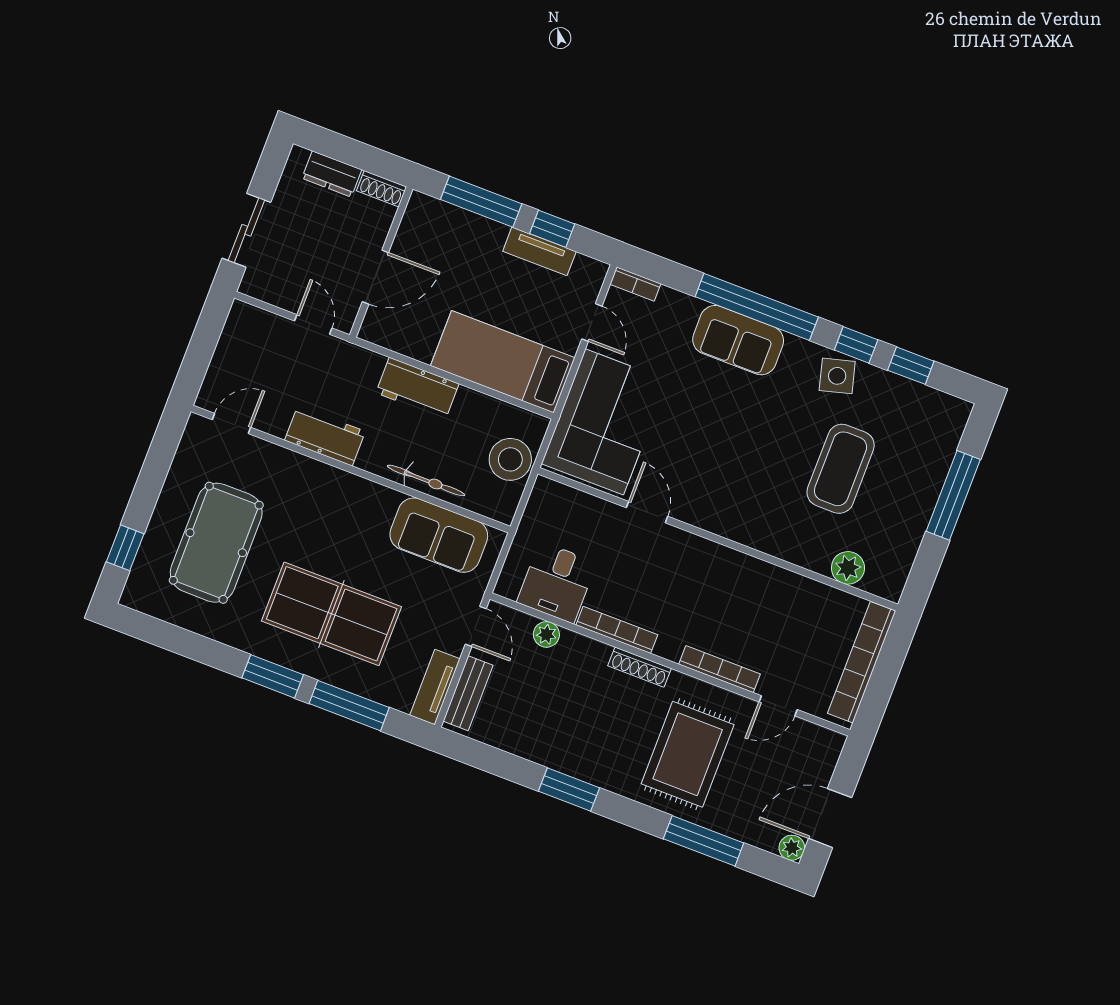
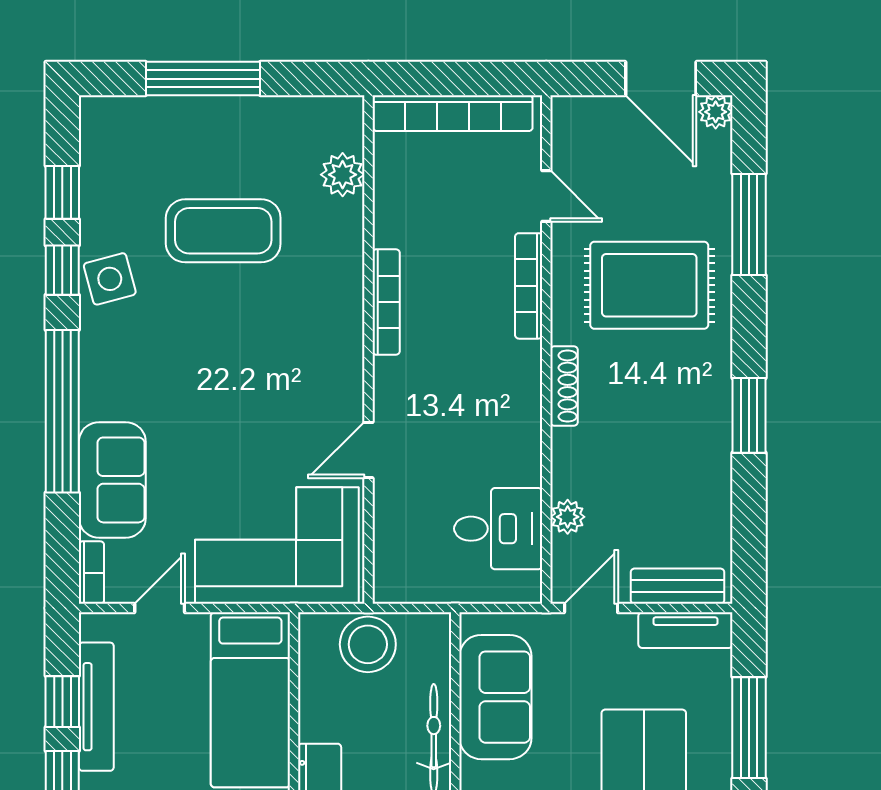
tv unit: (539, 251) -> (96, 707), width x1.41
sofa: (738, 340) -> (112, 480), moved
bookcase: (617, 630) -> (386, 302), moved, turned 180

